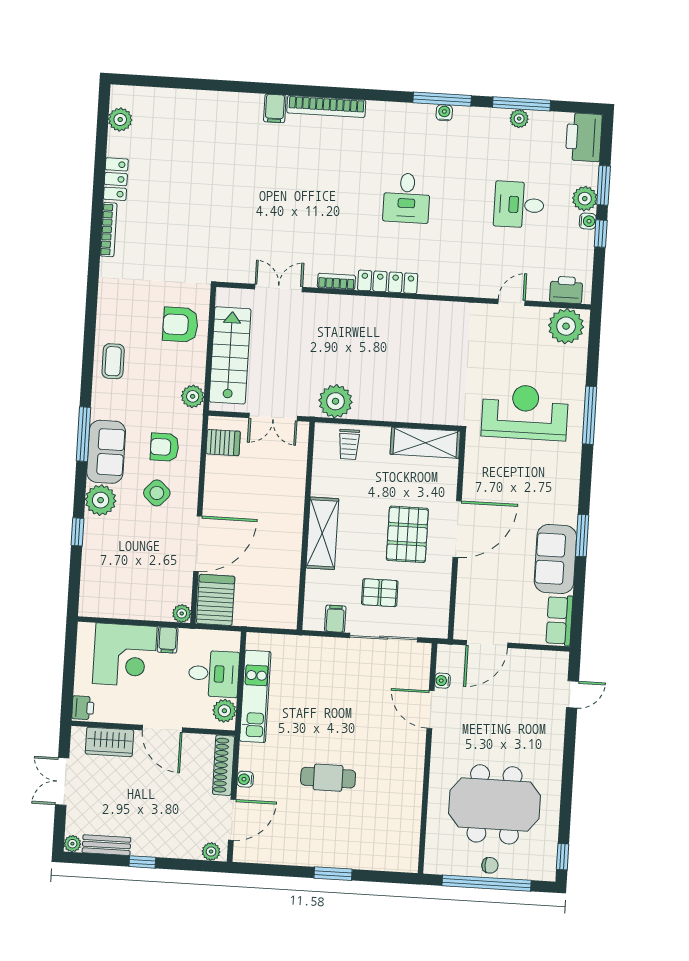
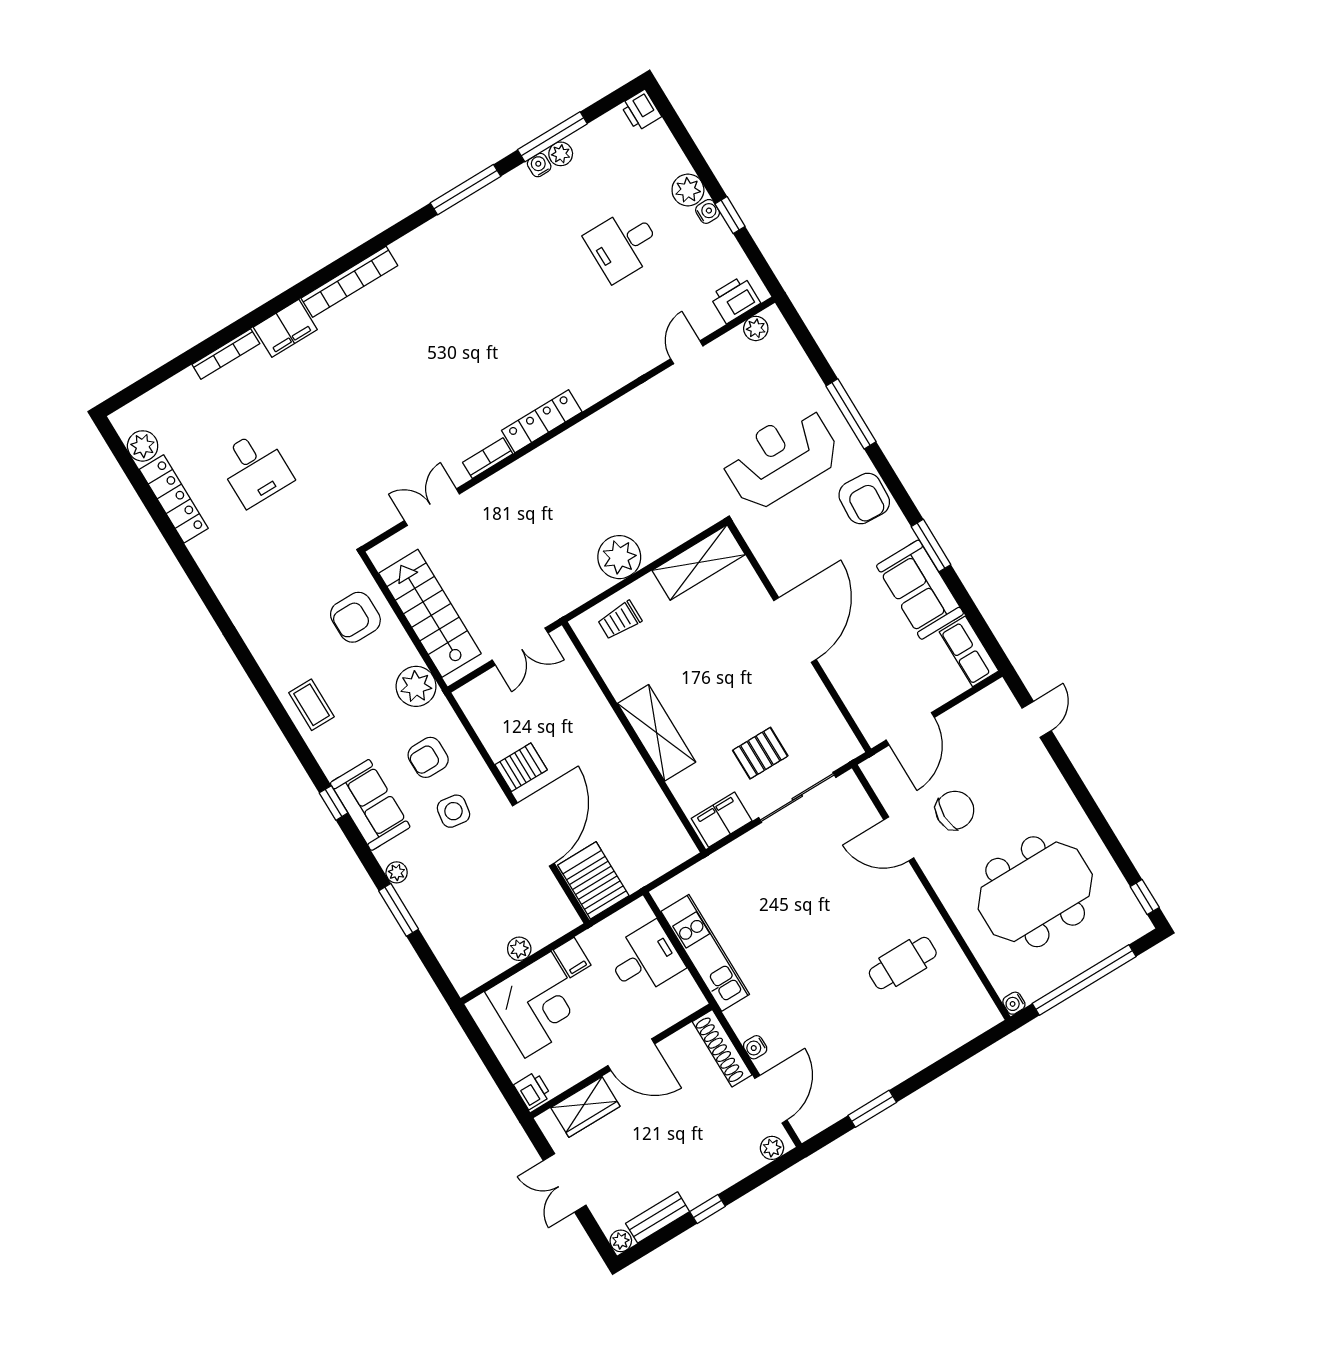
filing cabinet: (275, 108) -> (285, 328), width x2.00
water cooler: (444, 113) -> (539, 165), moved
printer: (584, 137) -> (641, 110), width x0.53, depth x0.68
locker: (116, 179) -> (174, 499), width x1.53
window: (604, 185) -> (698, 162), removed
desk: (407, 198) -> (255, 468), moved
bookcase: (108, 230) -> (226, 354), moved, turned 90
plant: (566, 326) -> (756, 328), width x0.53, depth x0.53
plant: (193, 396) -> (416, 686), width x1.36, depth x1.36
plant: (336, 401) -> (619, 557), moved
window: (83, 434) -> (334, 803), width x0.46
server rack: (223, 443) -> (521, 767), moved
trolley: (349, 444) -> (620, 620), turned 90
armchair: (560, 476) -> (864, 499), added
side table: (157, 493) -> (453, 811), turned -33
plant: (101, 500) -> (397, 872), width x0.53, depth x0.53
window: (77, 532) -> (399, 910), width x1.50
pallet: (407, 534) -> (747, 672), removed
plant: (182, 613) -> (519, 949), moved
filing cabinet: (335, 619) -> (722, 820), width x2.00
water cooler: (442, 681) -> (1014, 1003), moved
plant: (224, 711) -> (683, 990), removed
cafe table: (328, 778) -> (903, 963), moved
chair: (490, 865) -> (955, 810), moved, width x1.87, depth x1.87
window: (333, 874) -> (872, 1109), moved

